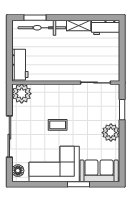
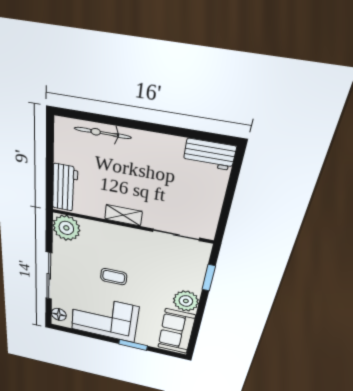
window: (35, 18) -> (92, 117), removed
shelving: (79, 25) -> (123, 215), moved
bicycle: (42, 28) -> (103, 133), width x0.73, depth x0.71
sofa: (99, 171) -> (176, 331), moved, turned -90

